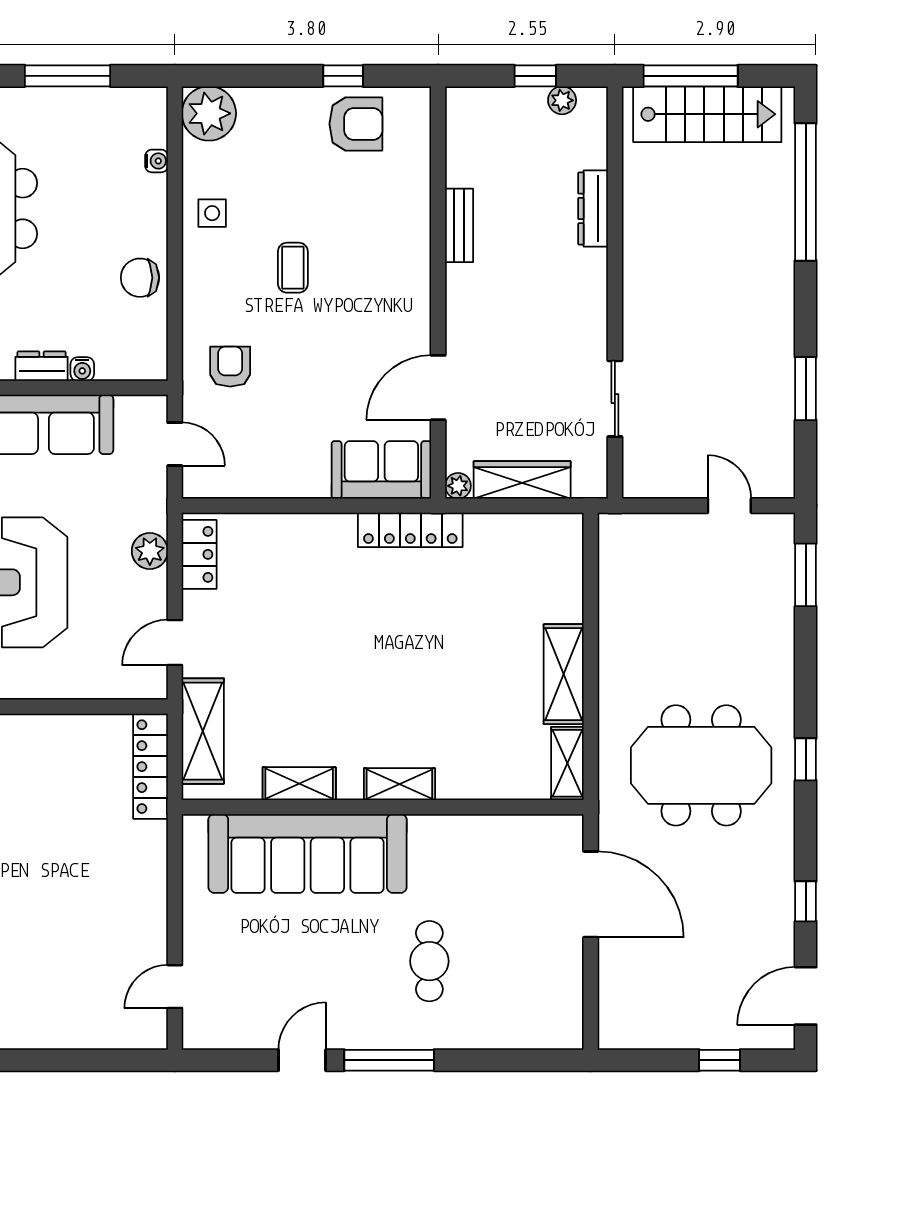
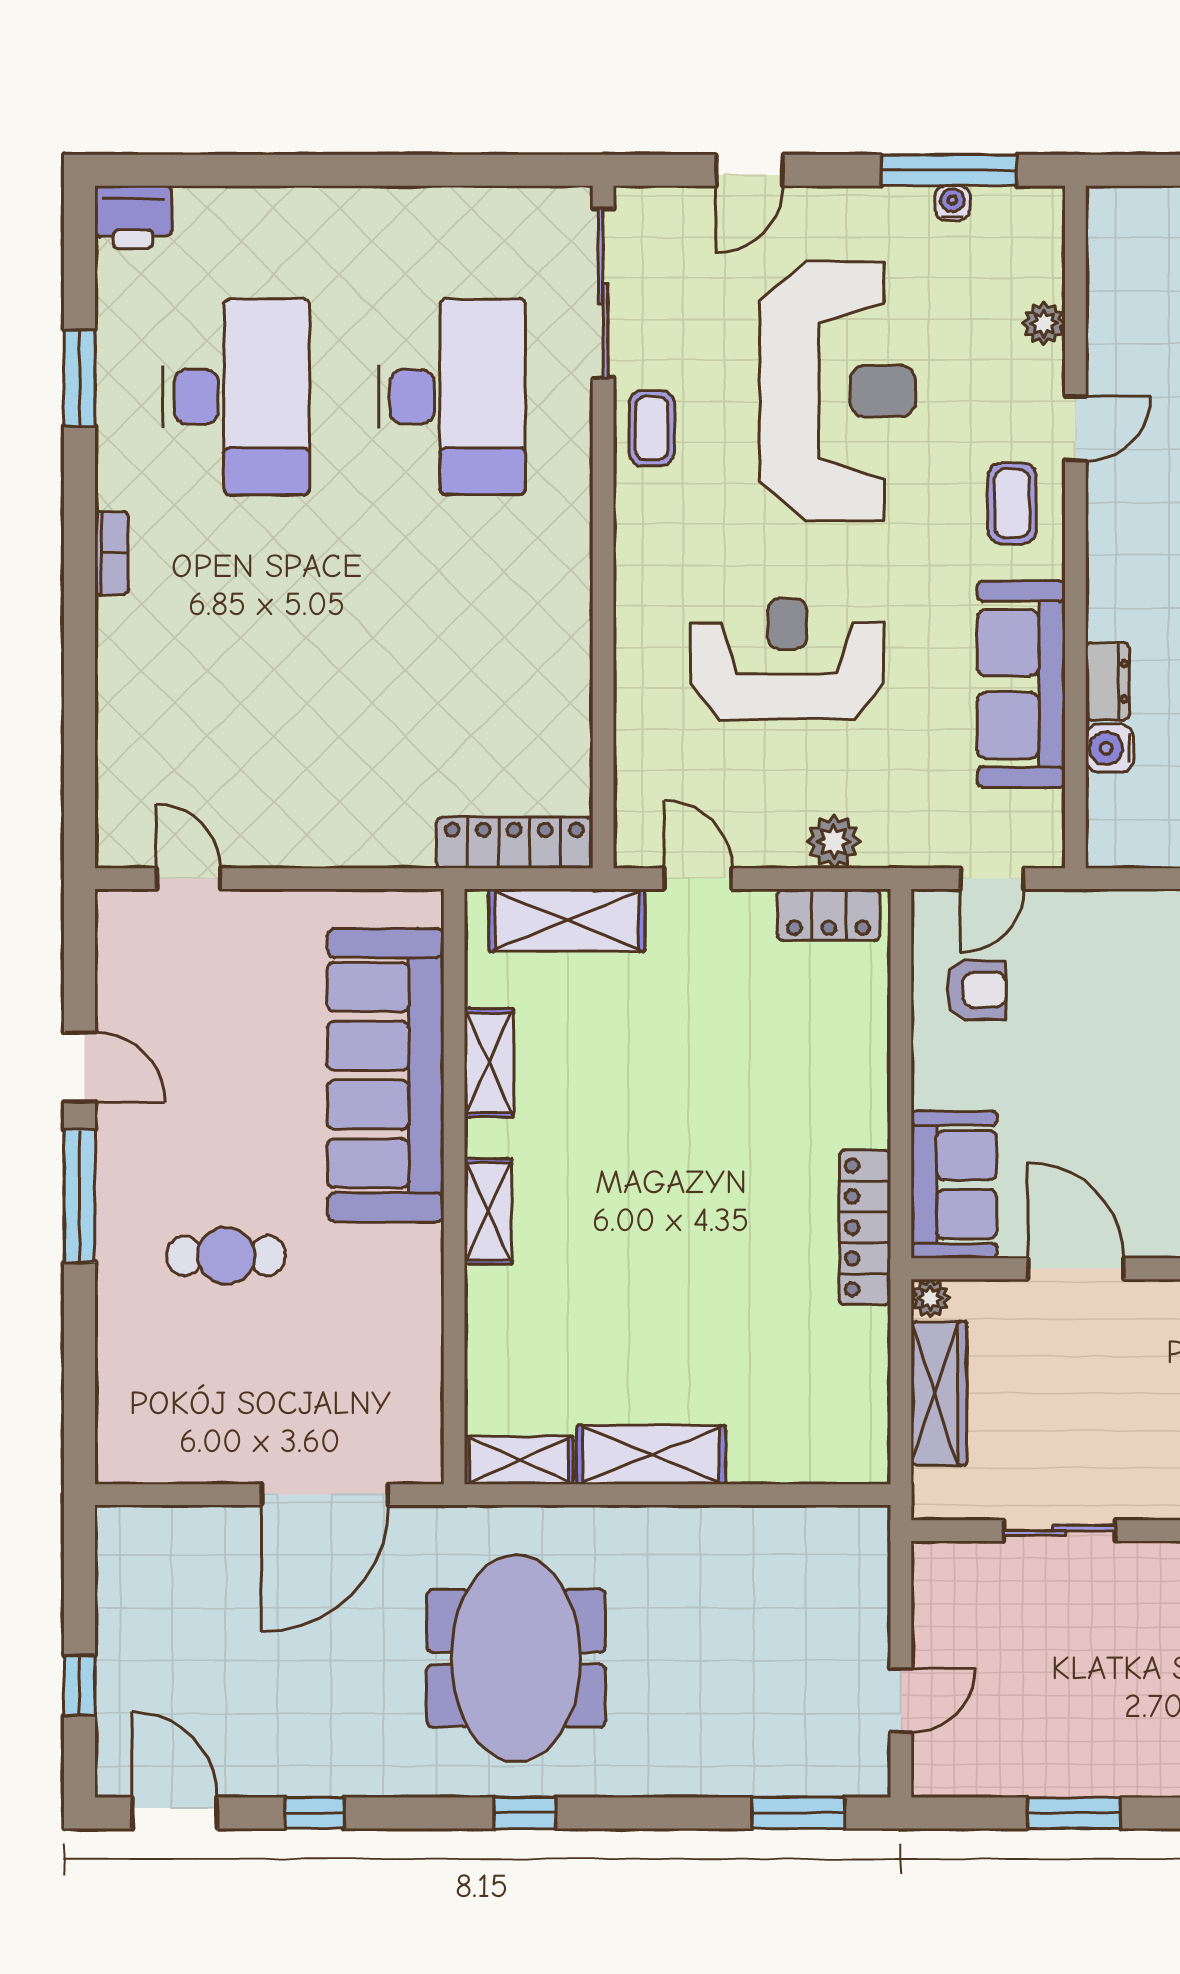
armchair: (230, 367) -> (976, 990), moved
water cooler: (82, 369) -> (1110, 748), width x1.38, depth x1.38

